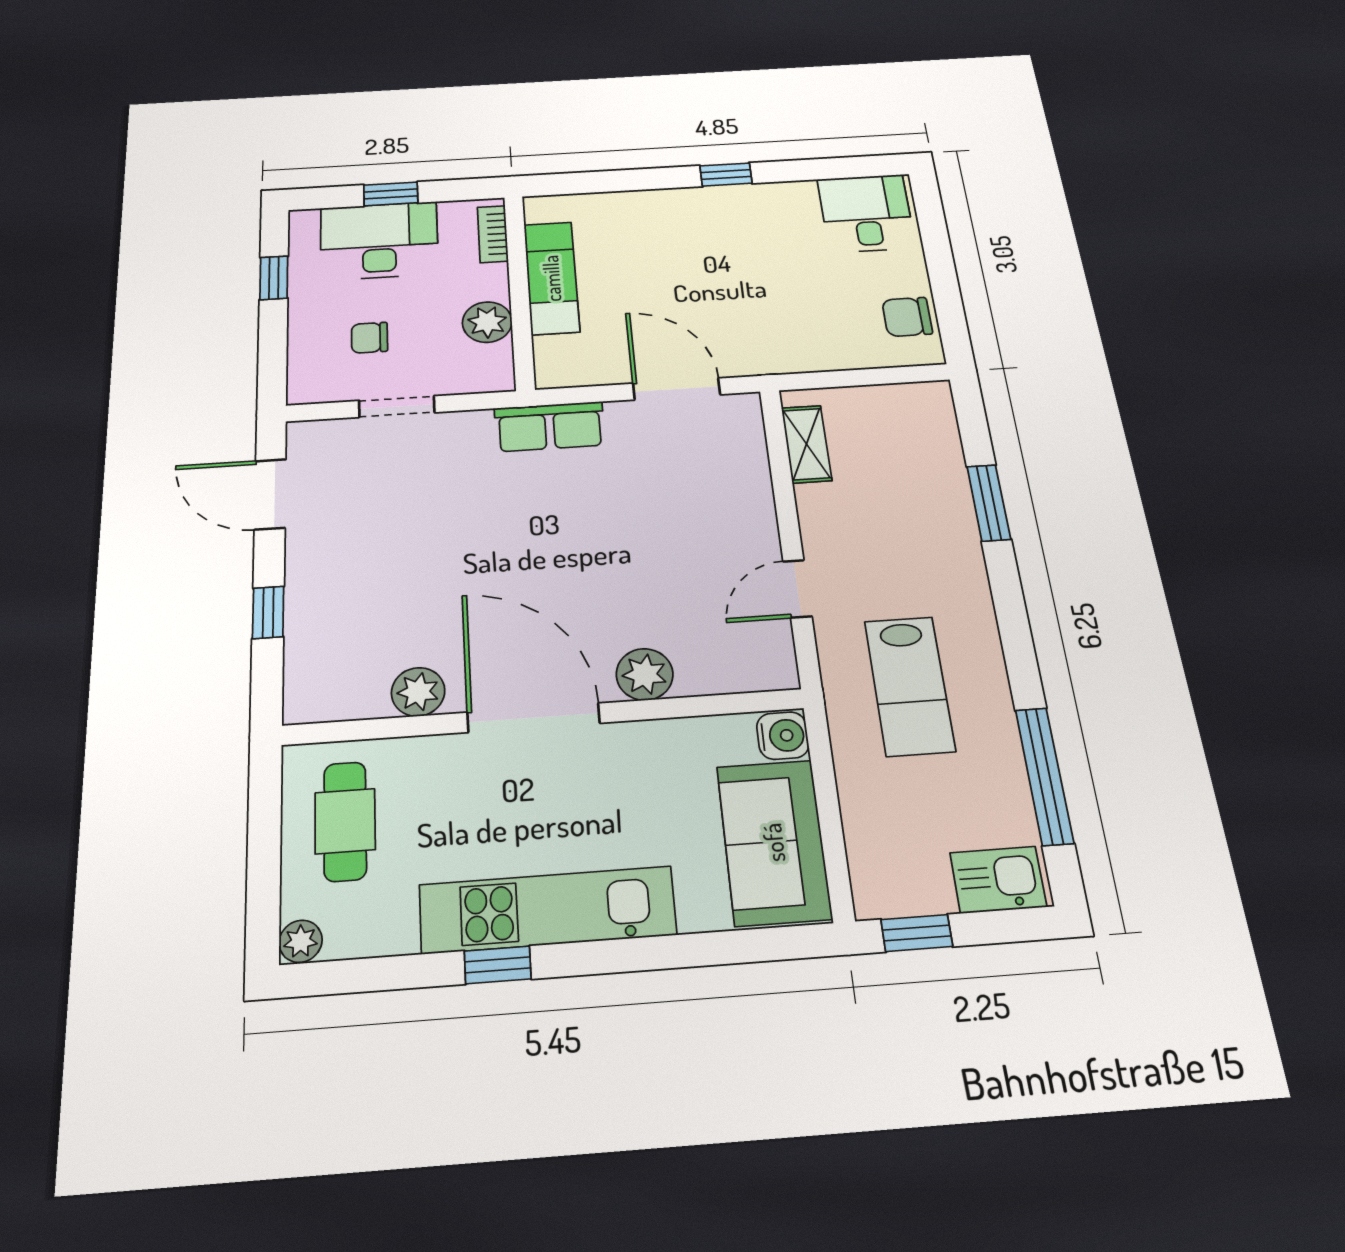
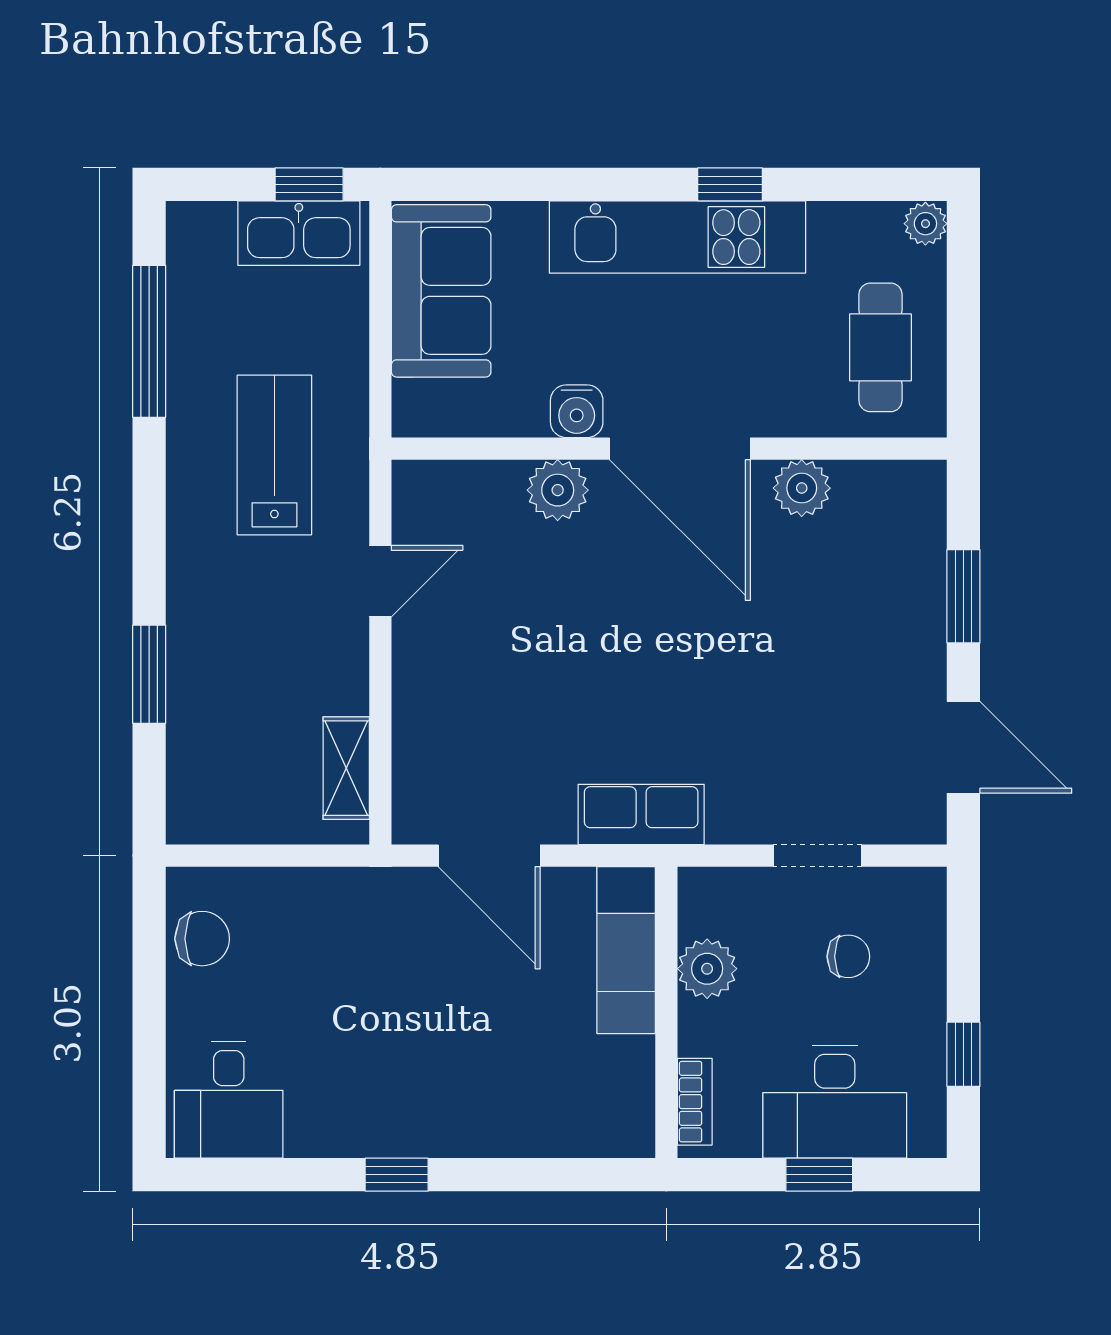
exam couch: (552, 278) -> (626, 950), moved
window: (268, 612) -> (963, 596), width x1.50
water cooler: (783, 736) -> (577, 411), moved, turned -90
kitchen sink: (998, 880) -> (299, 233), moved, width x1.38

